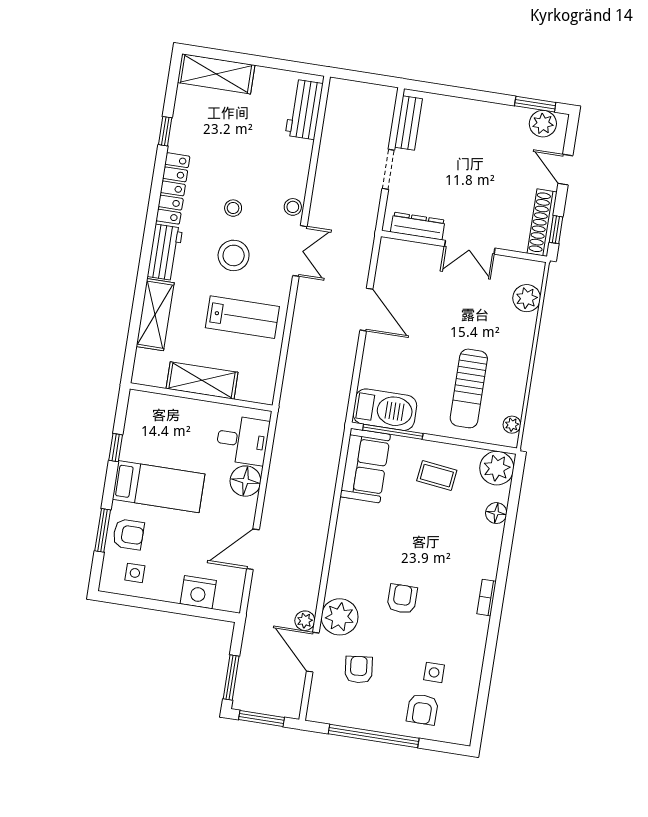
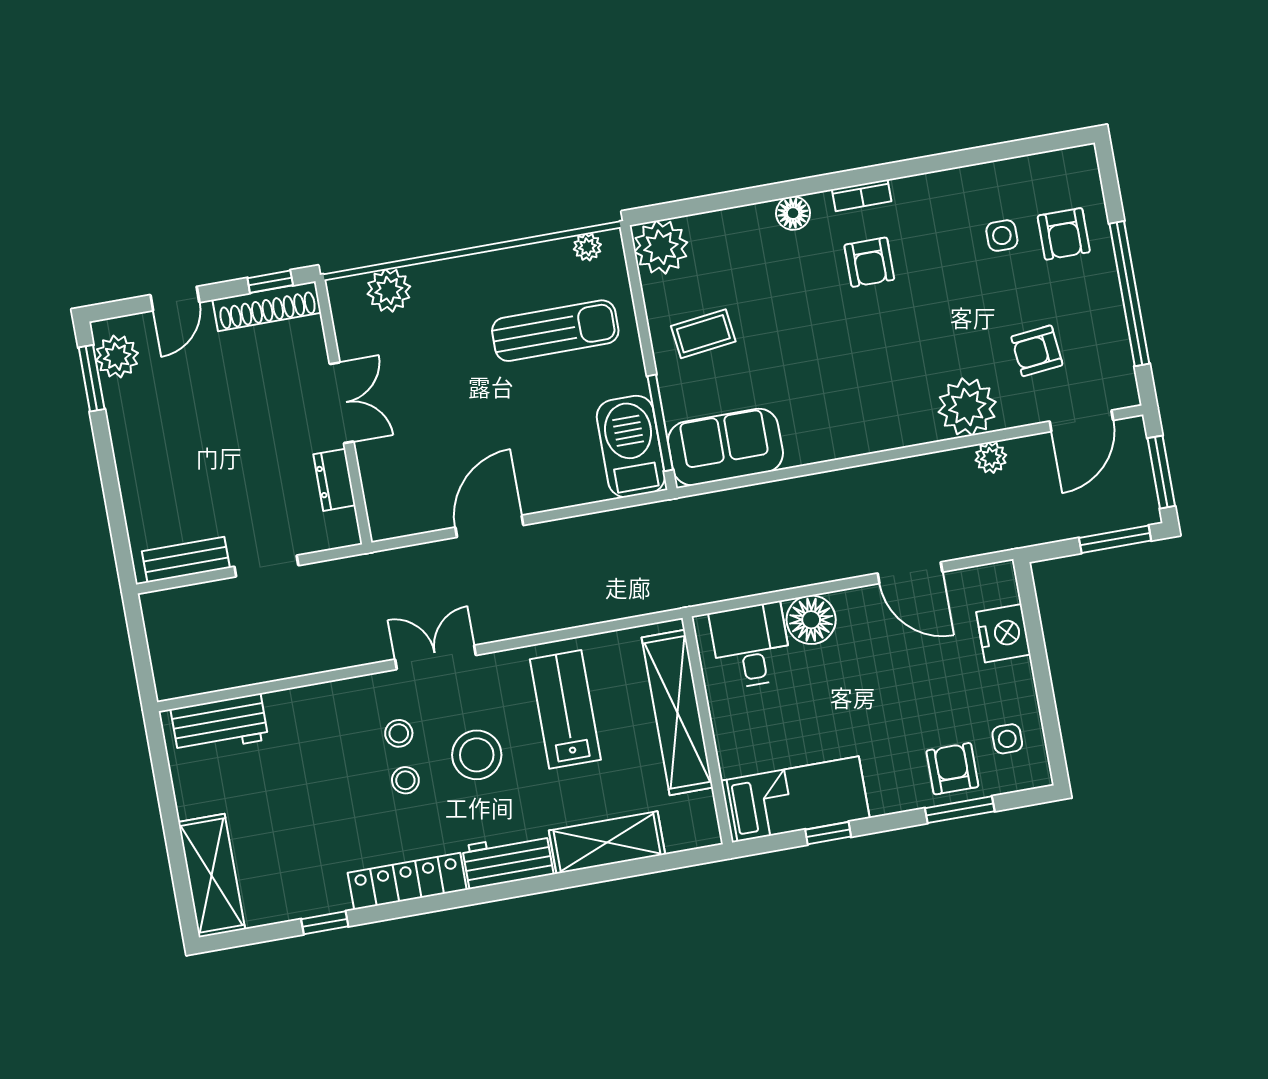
stool: (293, 207) -> (399, 733), moved
dresser: (418, 226) -> (334, 480), width x0.70
shelving: (202, 380) -> (677, 712), width x1.47
coffee table: (437, 476) -> (703, 334), turned 76
bed: (159, 487) -> (795, 799), moved, turned 90
floor lamp: (496, 513) -> (793, 213), moved
armchair: (402, 599) -> (869, 262), moved, turned -90
door: (313, 652) -> (1081, 421), moved
armchair: (422, 709) -> (1064, 234), turned 90

